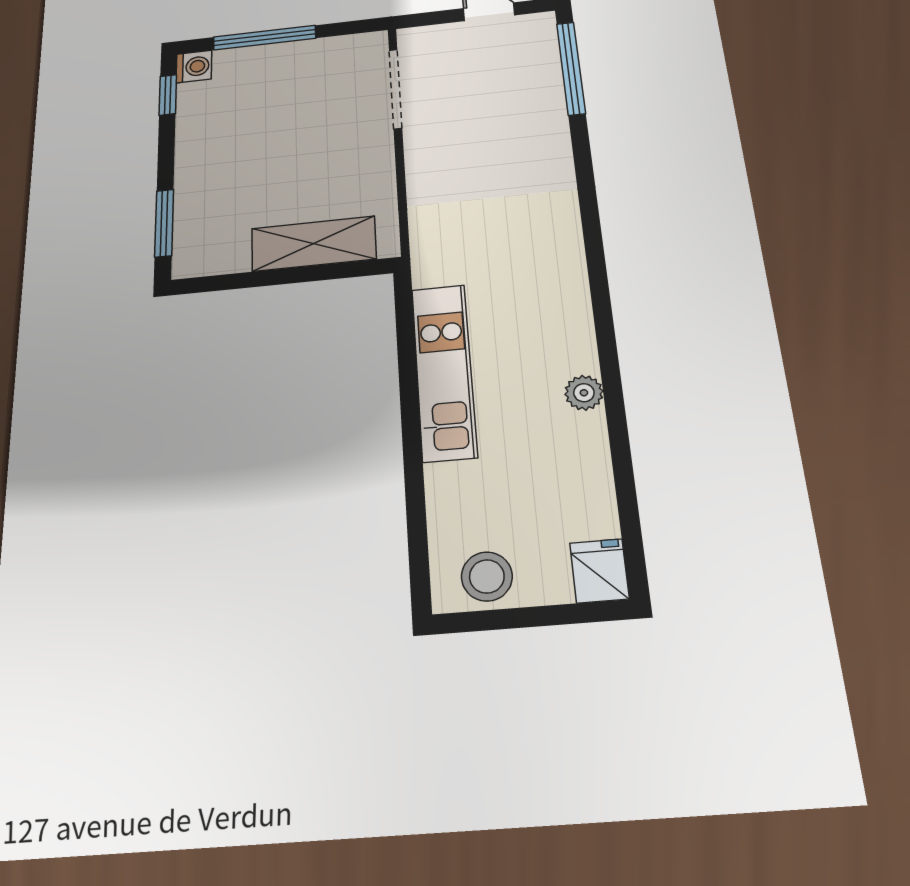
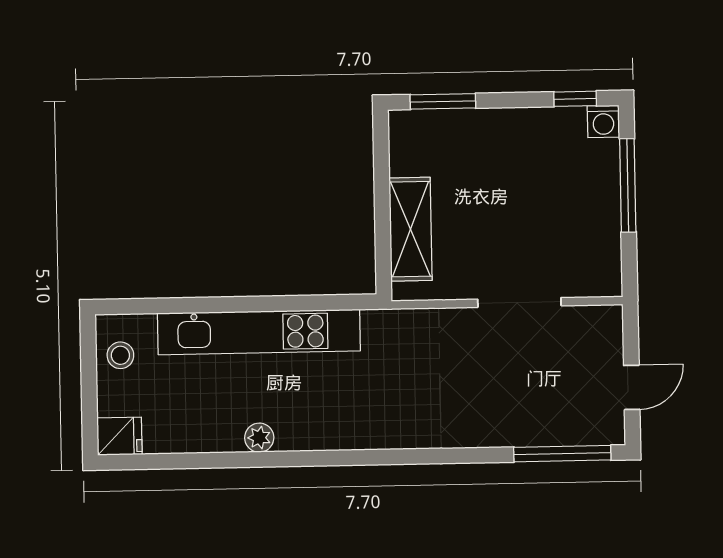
doorway: (396, 89) -> (519, 303), moved
kitchen unit: (444, 372) -> (259, 332), width x1.36
stool: (487, 576) -> (120, 355), width x0.73, depth x0.73

